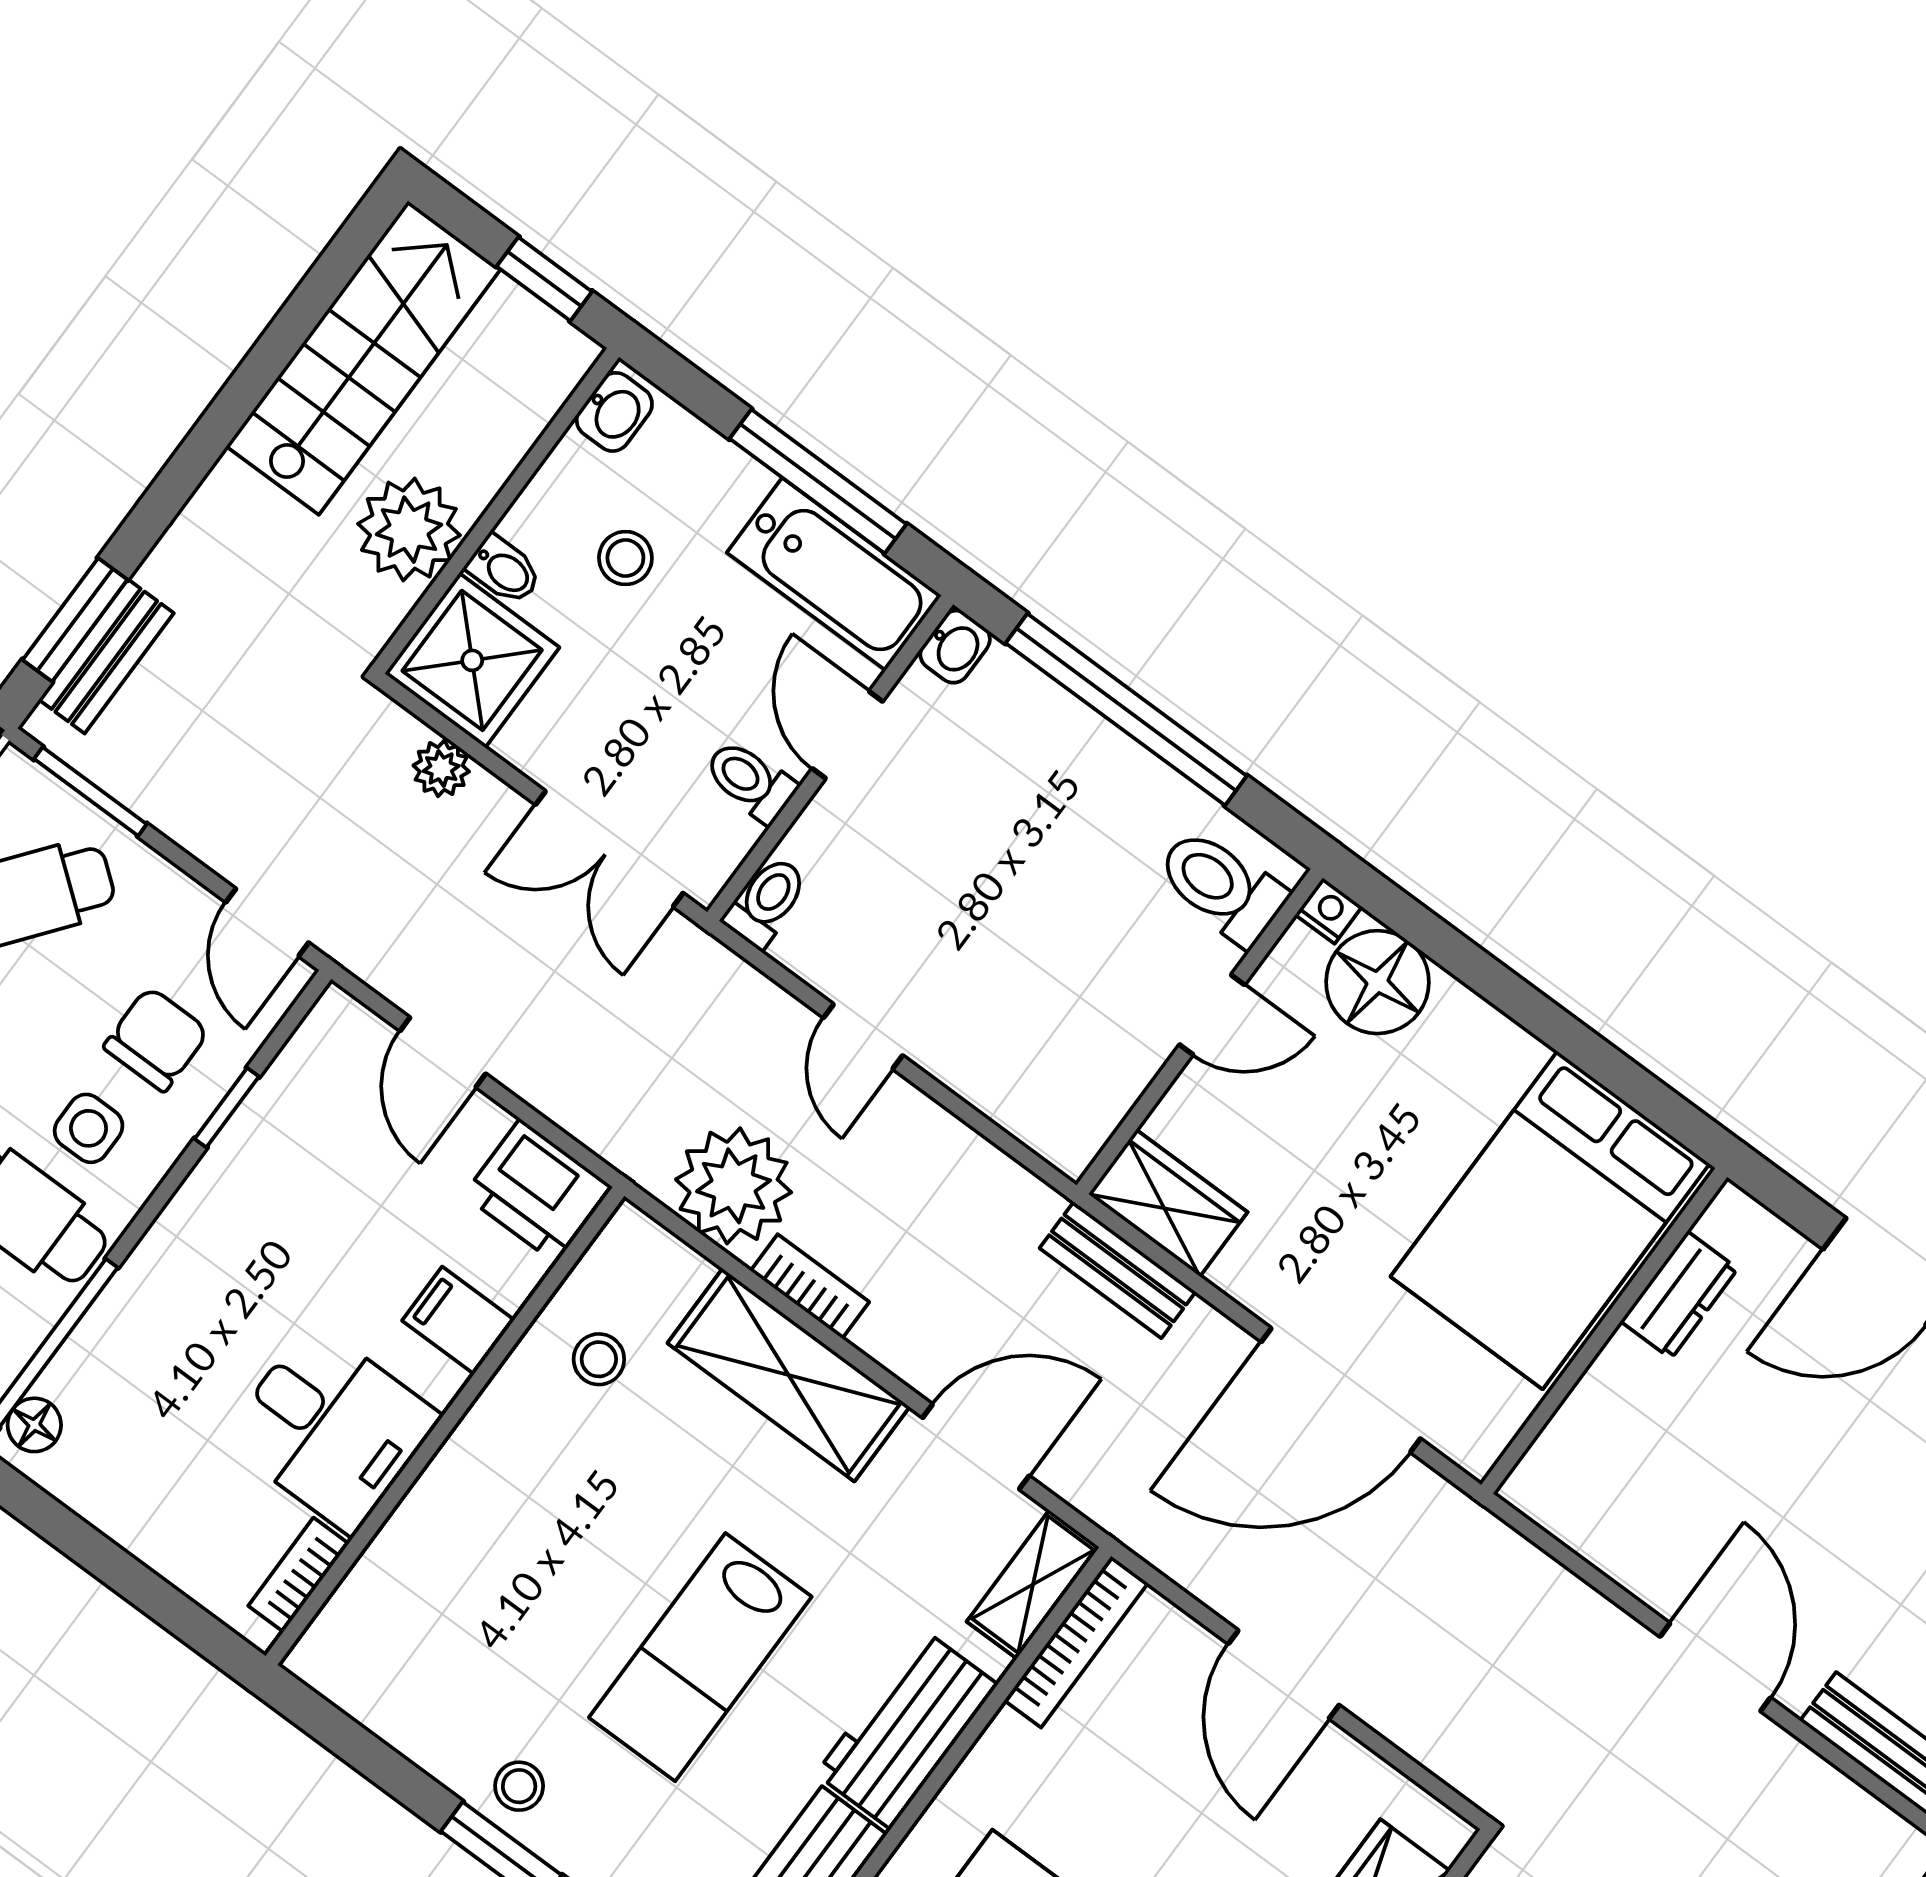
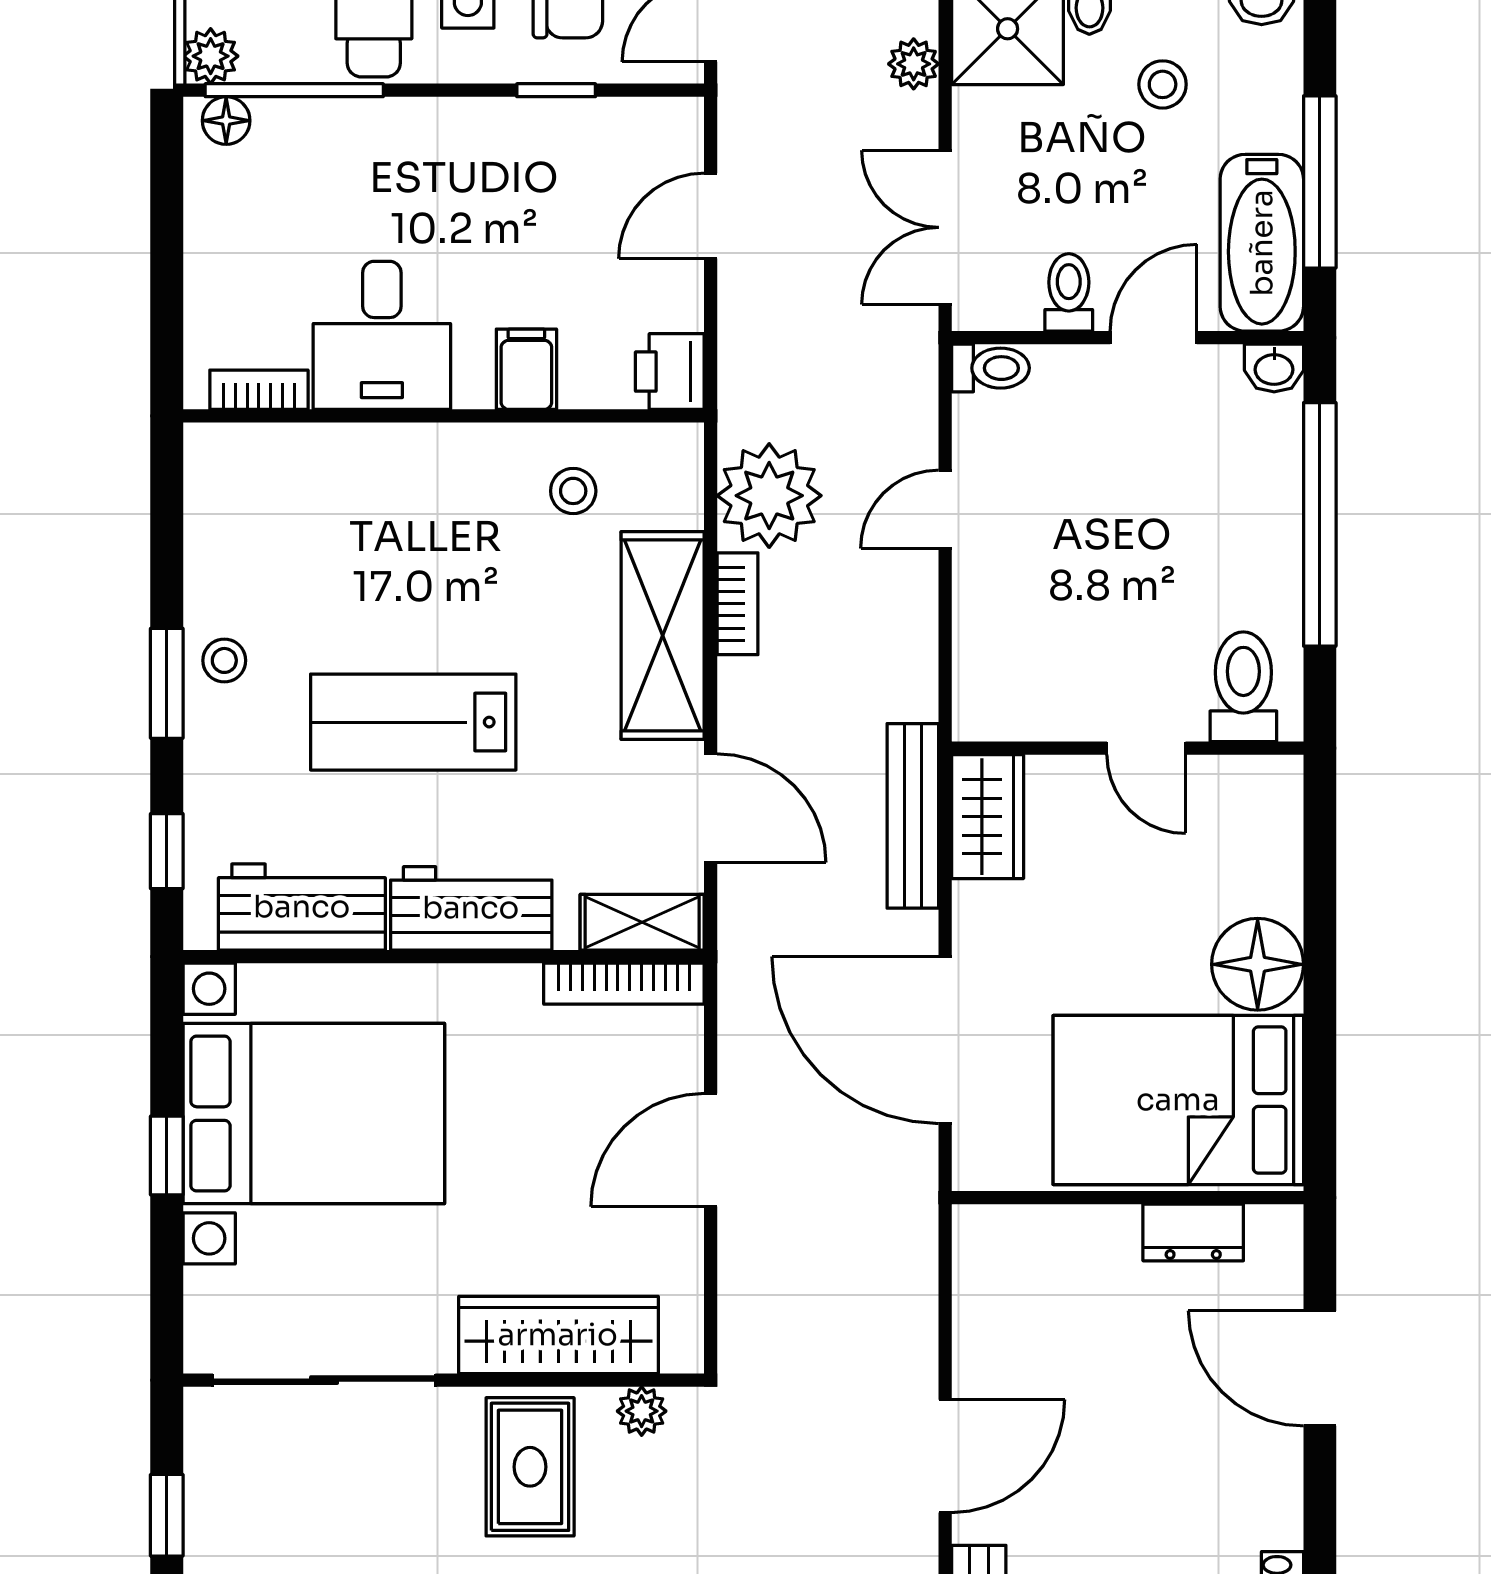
nightstand: (1329, 911) -> (1283, 777), removed
floor lamp: (1377, 982) -> (1258, 964), moved
printer: (538, 1191) -> (670, 372), width x0.73, depth x0.81
bench: (1118, 1270) -> (913, 816), width x1.36

